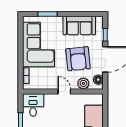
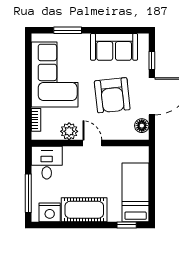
plant: (83, 83) -> (69, 131), moved

